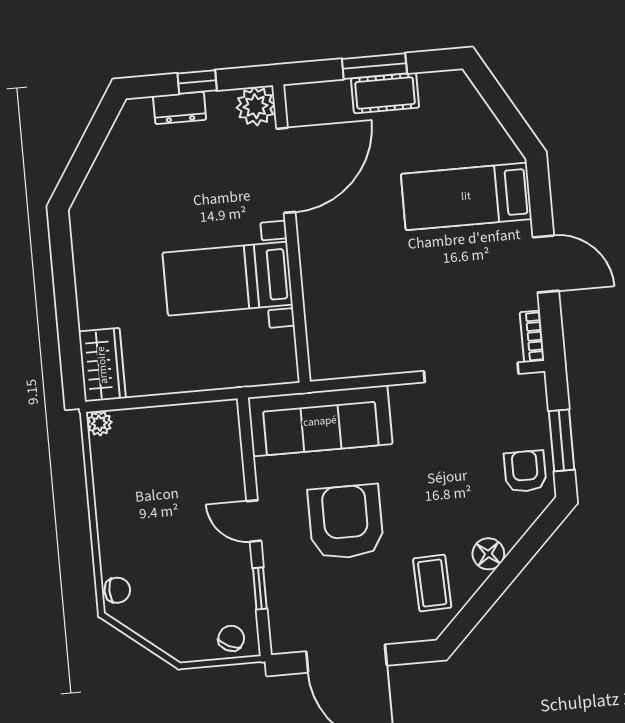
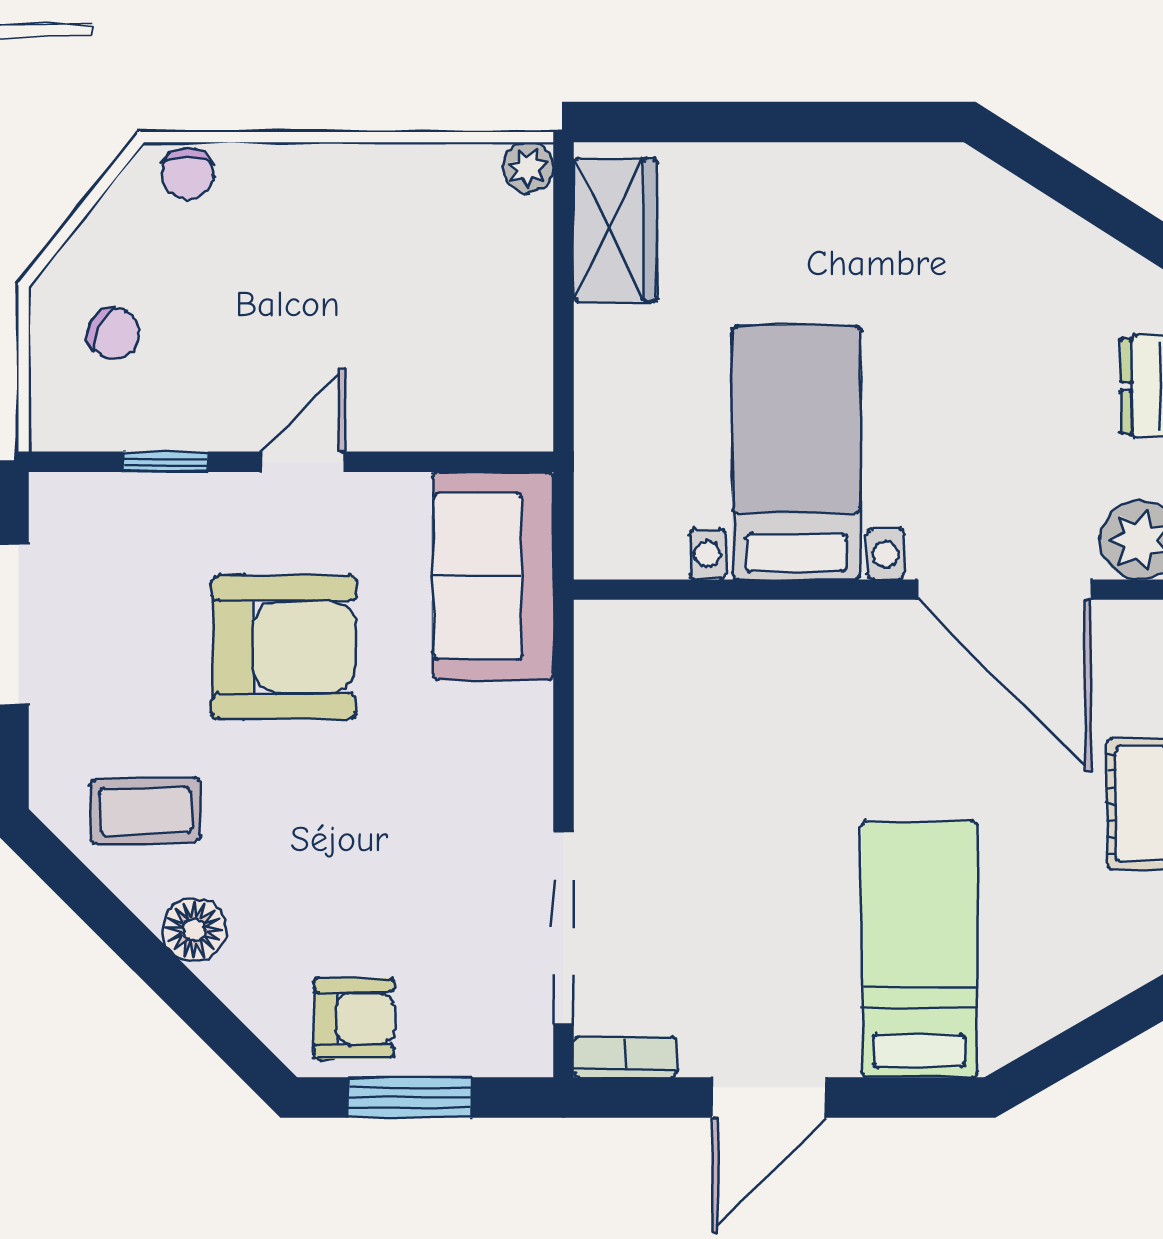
wardrobe: (102, 365) -> (615, 230), moved, turned -90
sofa: (320, 421) -> (493, 576), width x0.73
chair: (231, 638) -> (113, 333), moved

